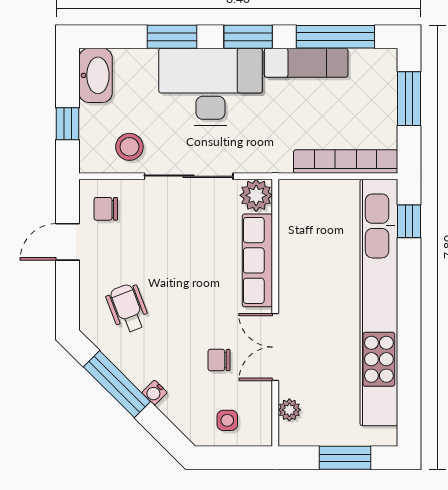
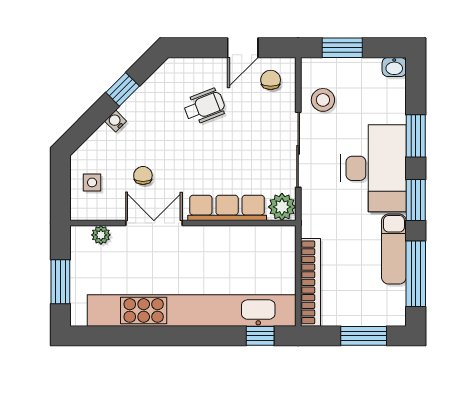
washbasin: (96, 75) -> (394, 67), width x0.52, depth x0.69
window: (68, 124) -> (342, 48), width x1.50
door: (68, 242) -> (243, 48), swing flipped
wheelchair: (128, 308) -> (204, 106), moved
window: (117, 384) -> (123, 89), width x0.46

